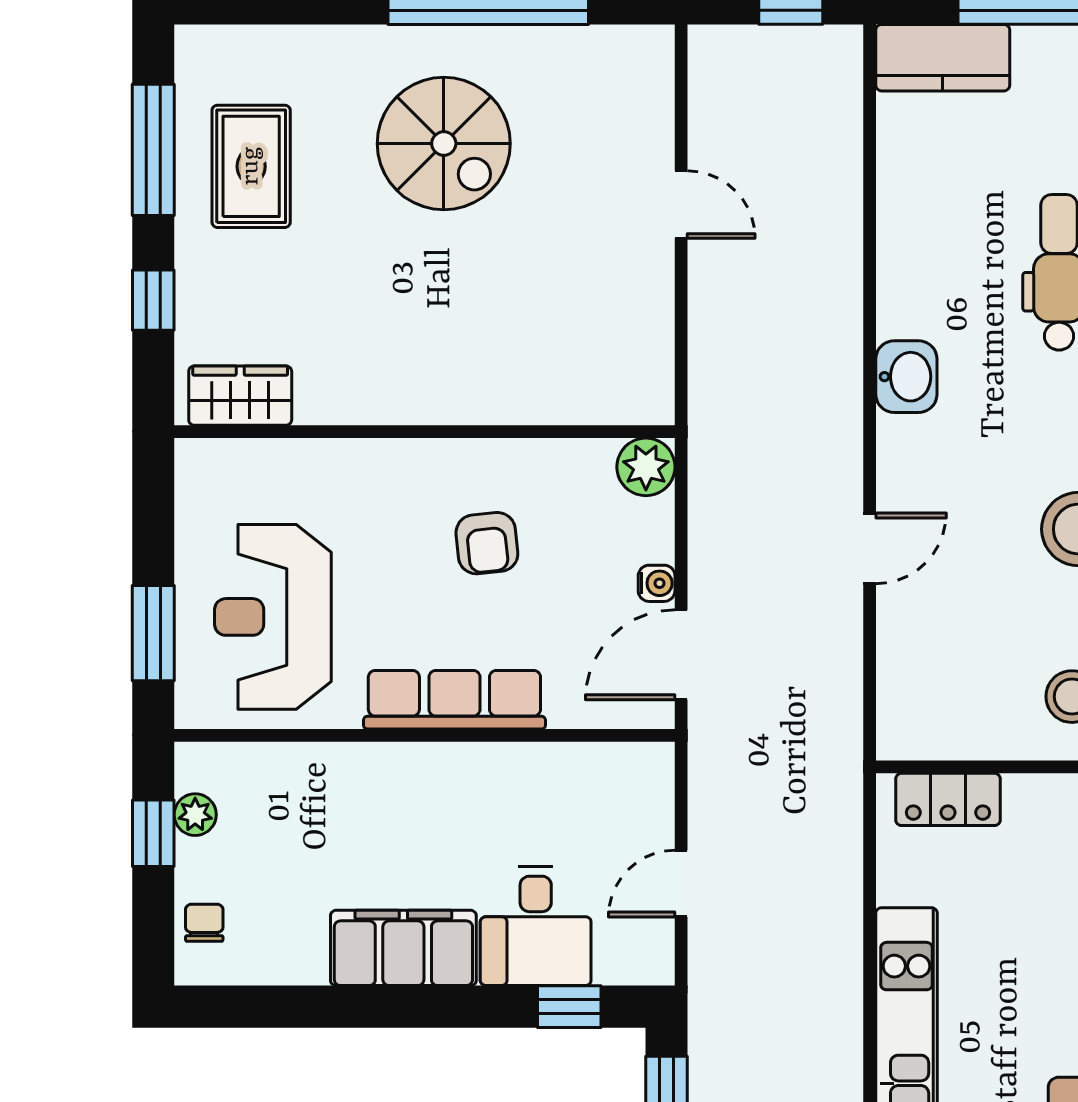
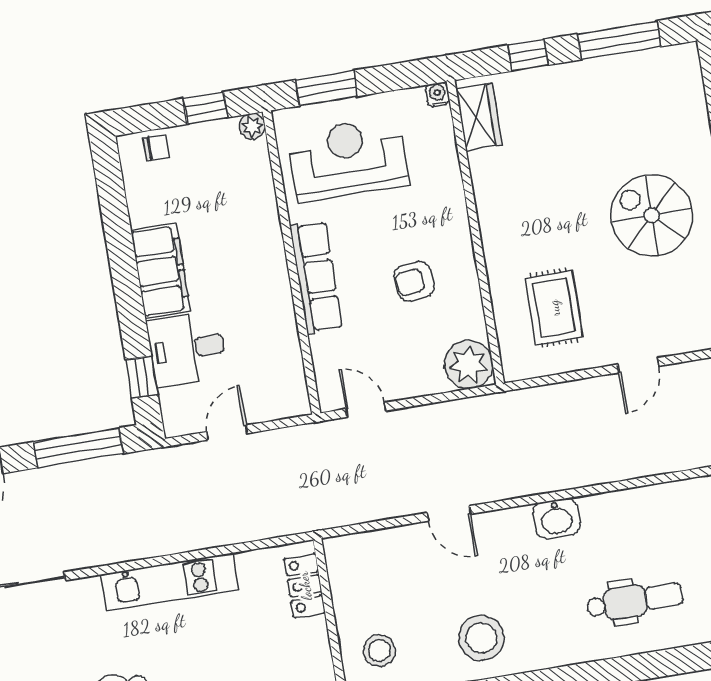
spiral stairs: (444, 144) -> (652, 215), turned 90
rug: (251, 166) -> (554, 308), moved, turned 90
plant: (646, 467) -> (469, 365), width x1.36, depth x1.36
water cooler: (657, 583) -> (438, 94), moved, turned 180
door: (681, 655) -> (366, 410), width x0.73
plant: (195, 815) -> (252, 126), moved
door: (681, 884) -> (227, 433), hinge flipped

